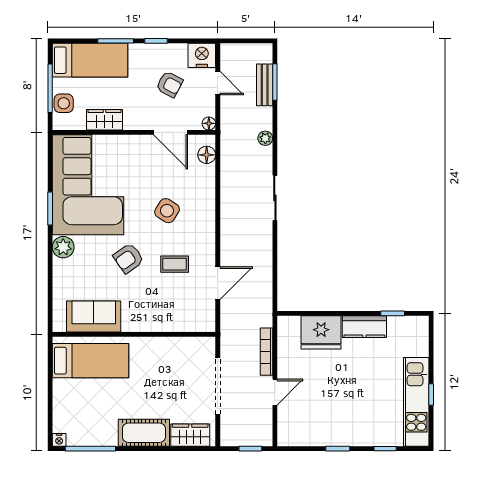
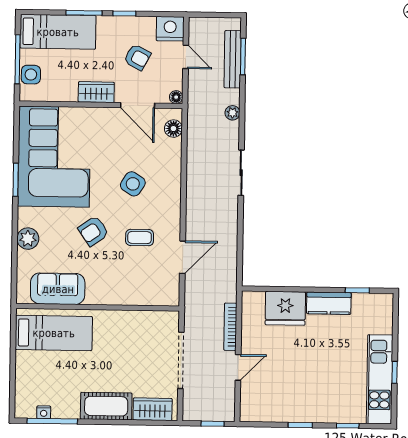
bench: (265, 85) -> (233, 59), width x1.36
wardrobe: (105, 120) -> (96, 92), moved
plant: (63, 247) -> (28, 239), moved
nightstand: (59, 440) -> (44, 412), moved

